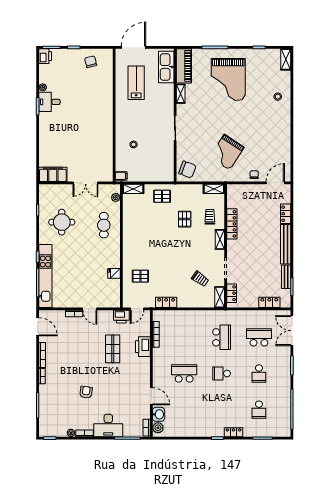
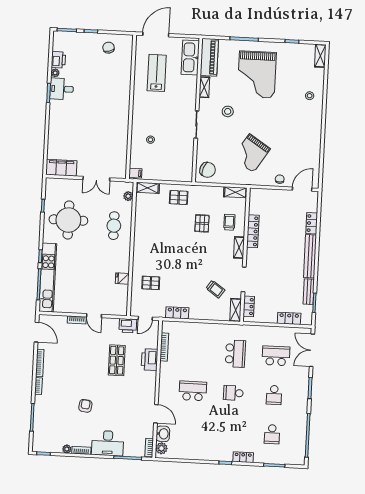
printer: (45, 56) -> (58, 60), moved
stool: (203, 115) -> (228, 111), added
round table: (62, 222) -> (68, 220), width x1.36, depth x1.36

